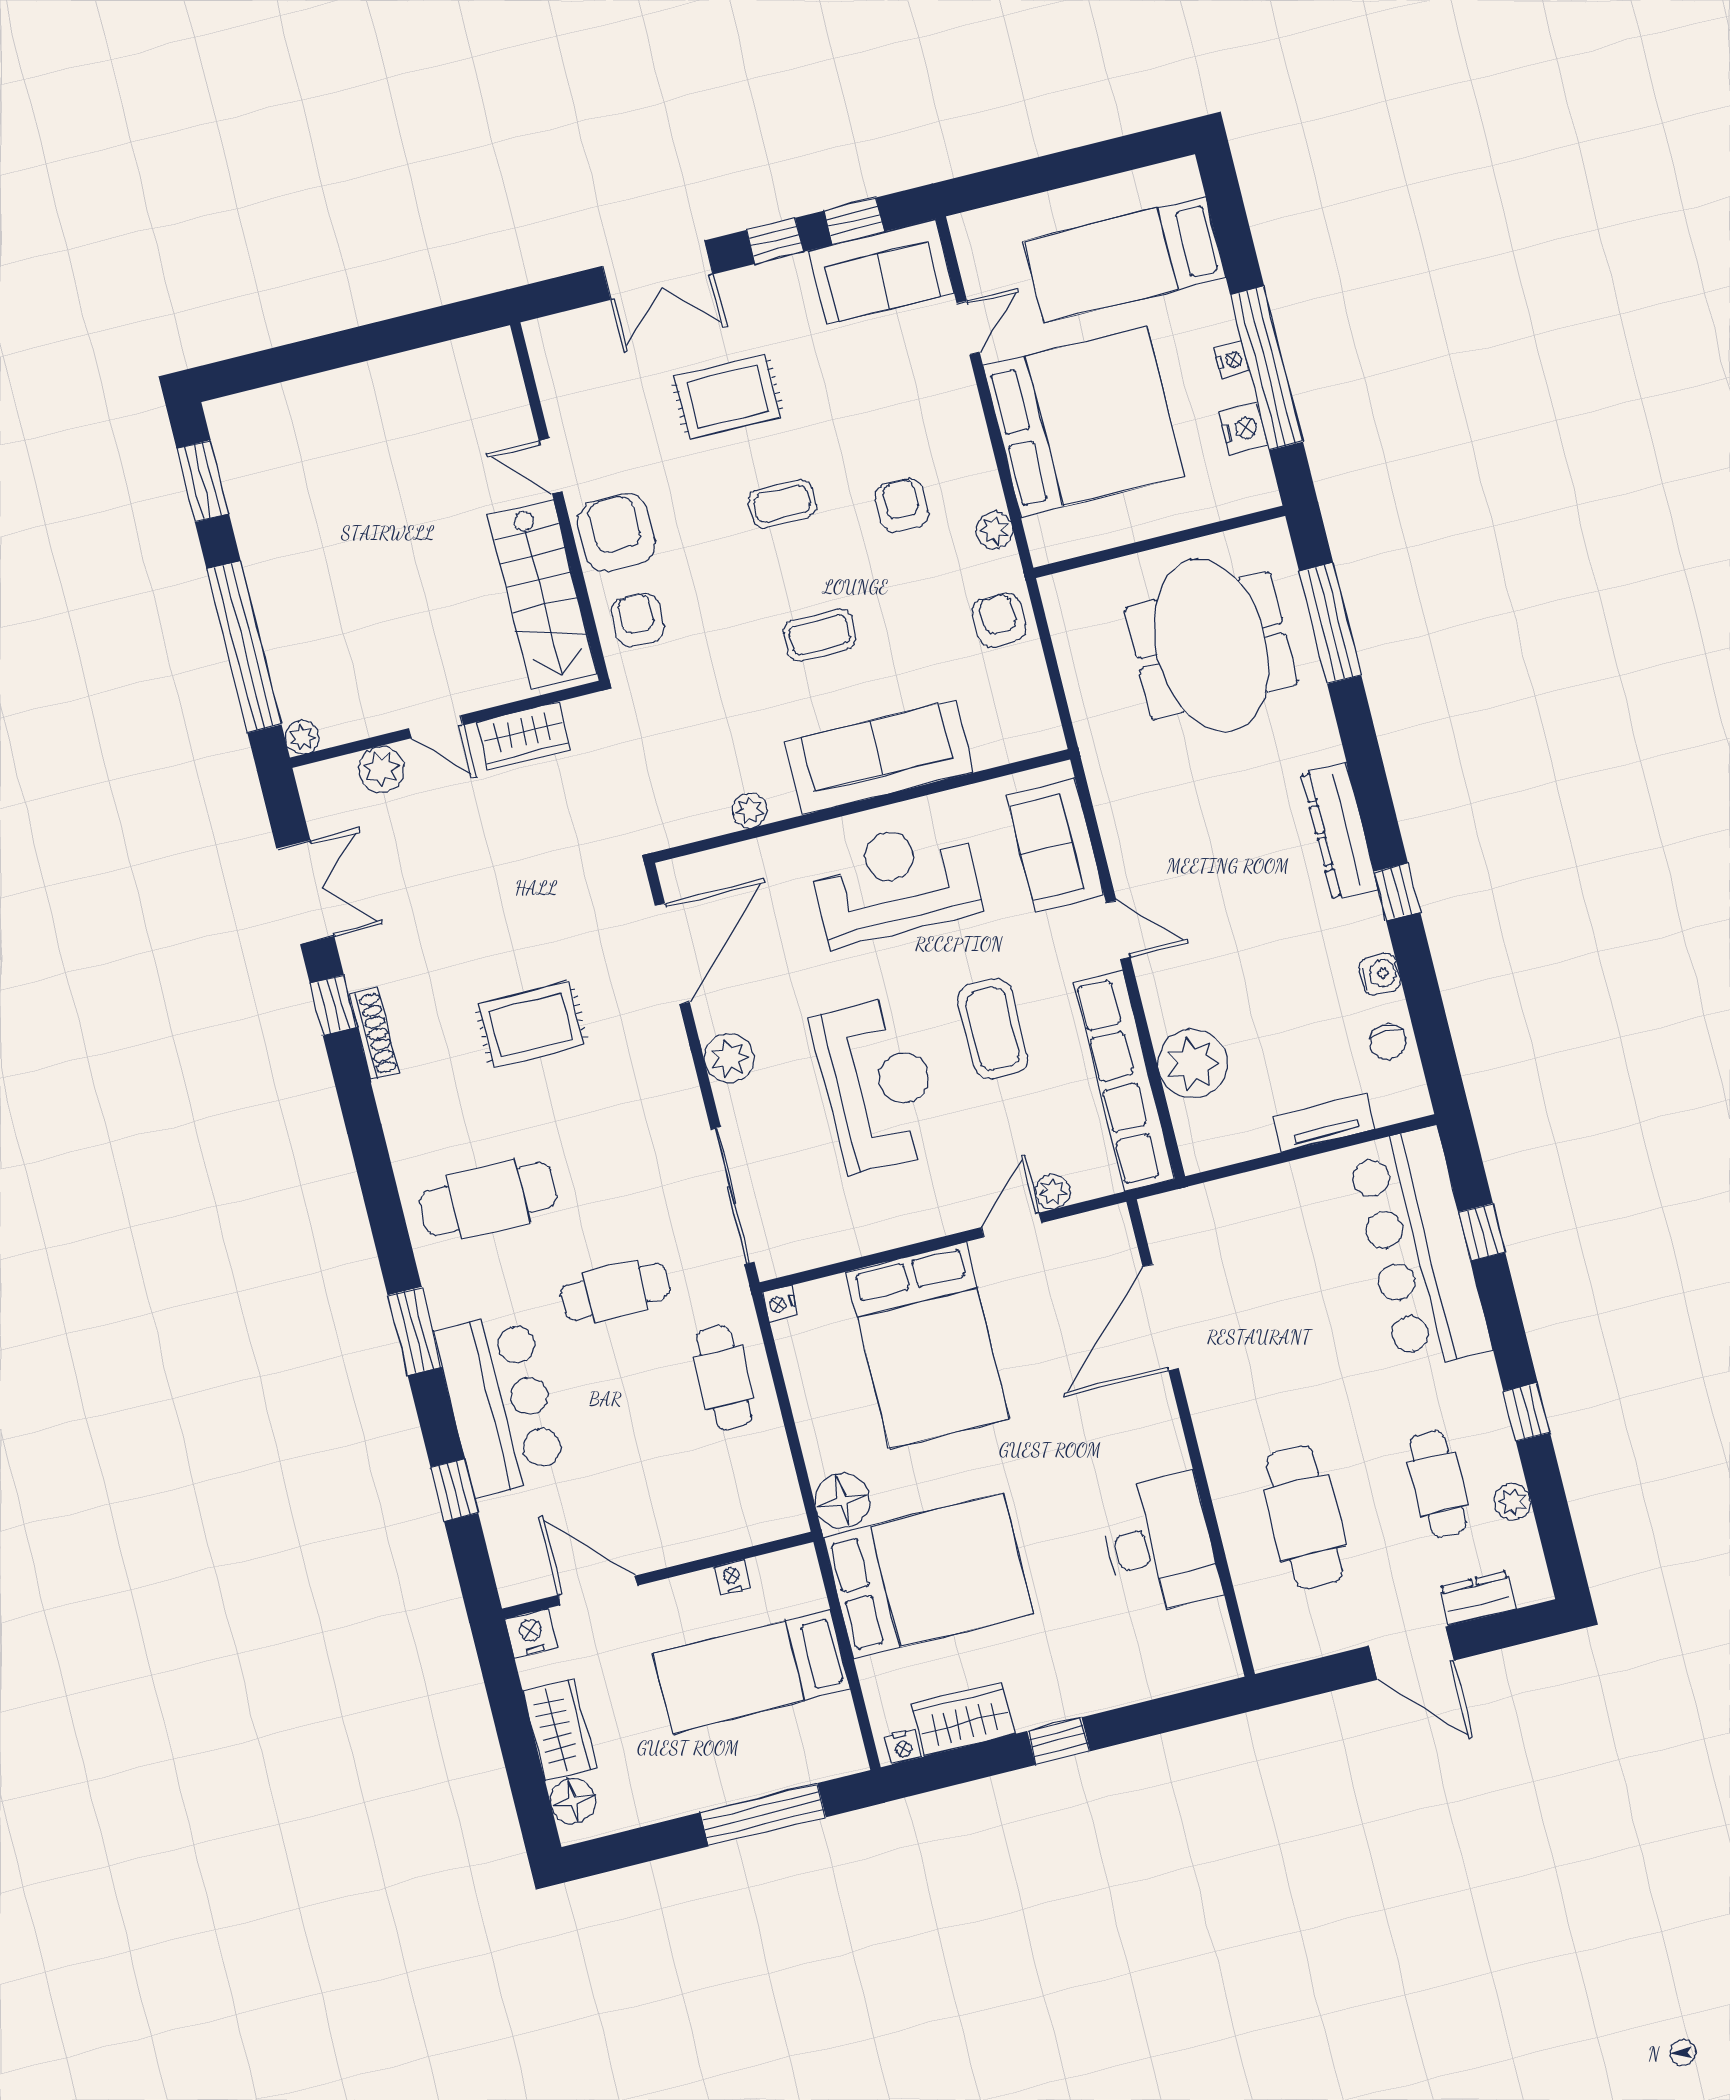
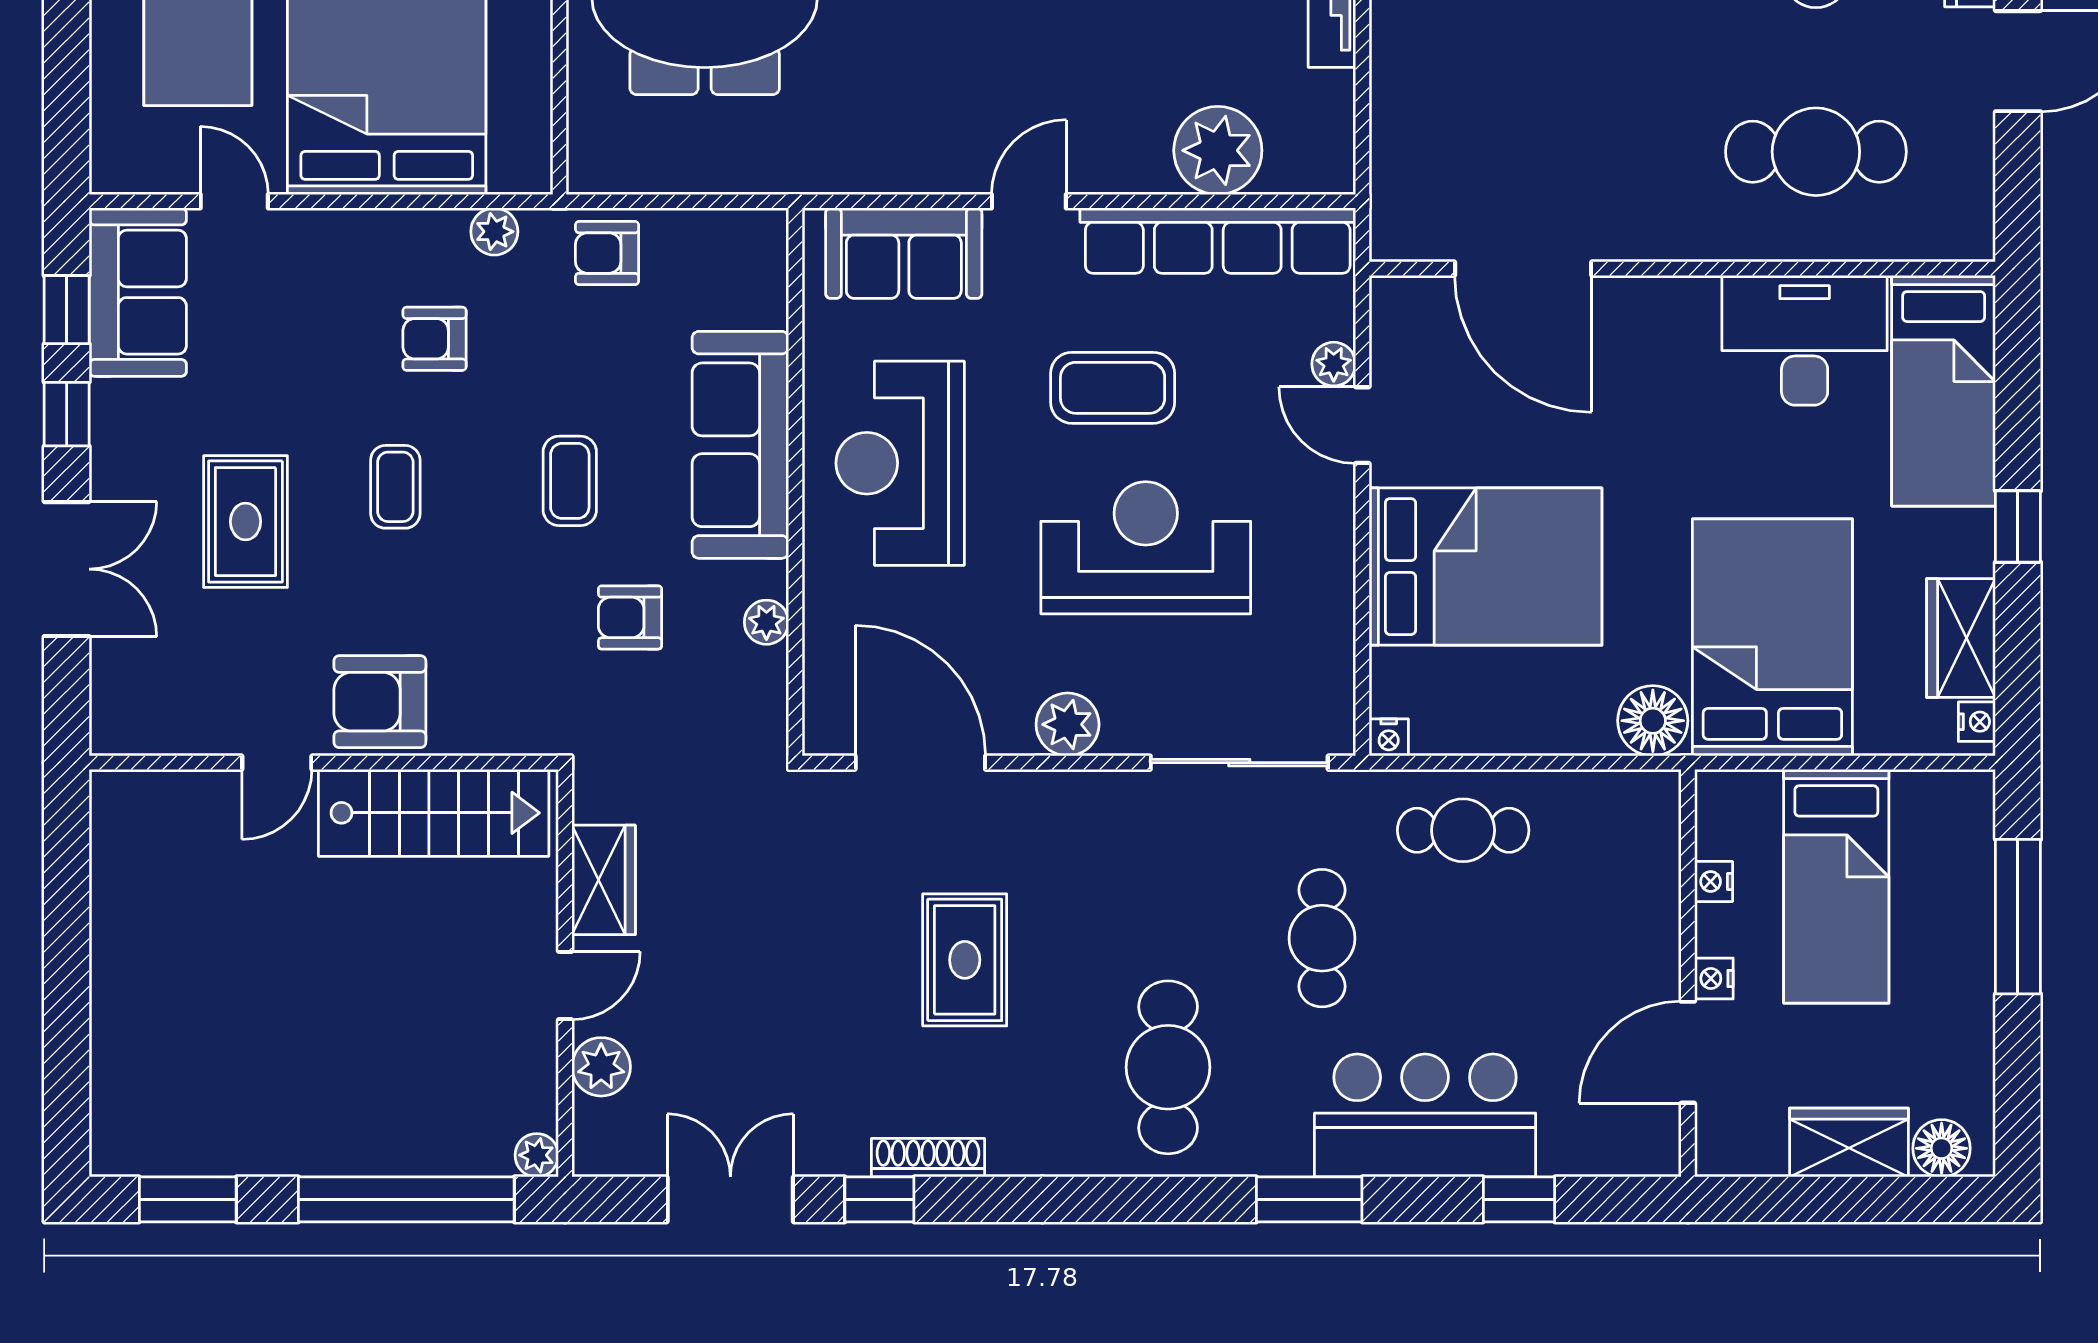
armchair: (637, 620) -> (630, 617), moved
nightstand: (531, 1633) -> (1714, 978), moved, width x0.72, depth x0.74
bed: (1147, 1659) -> (1944, 391), added

